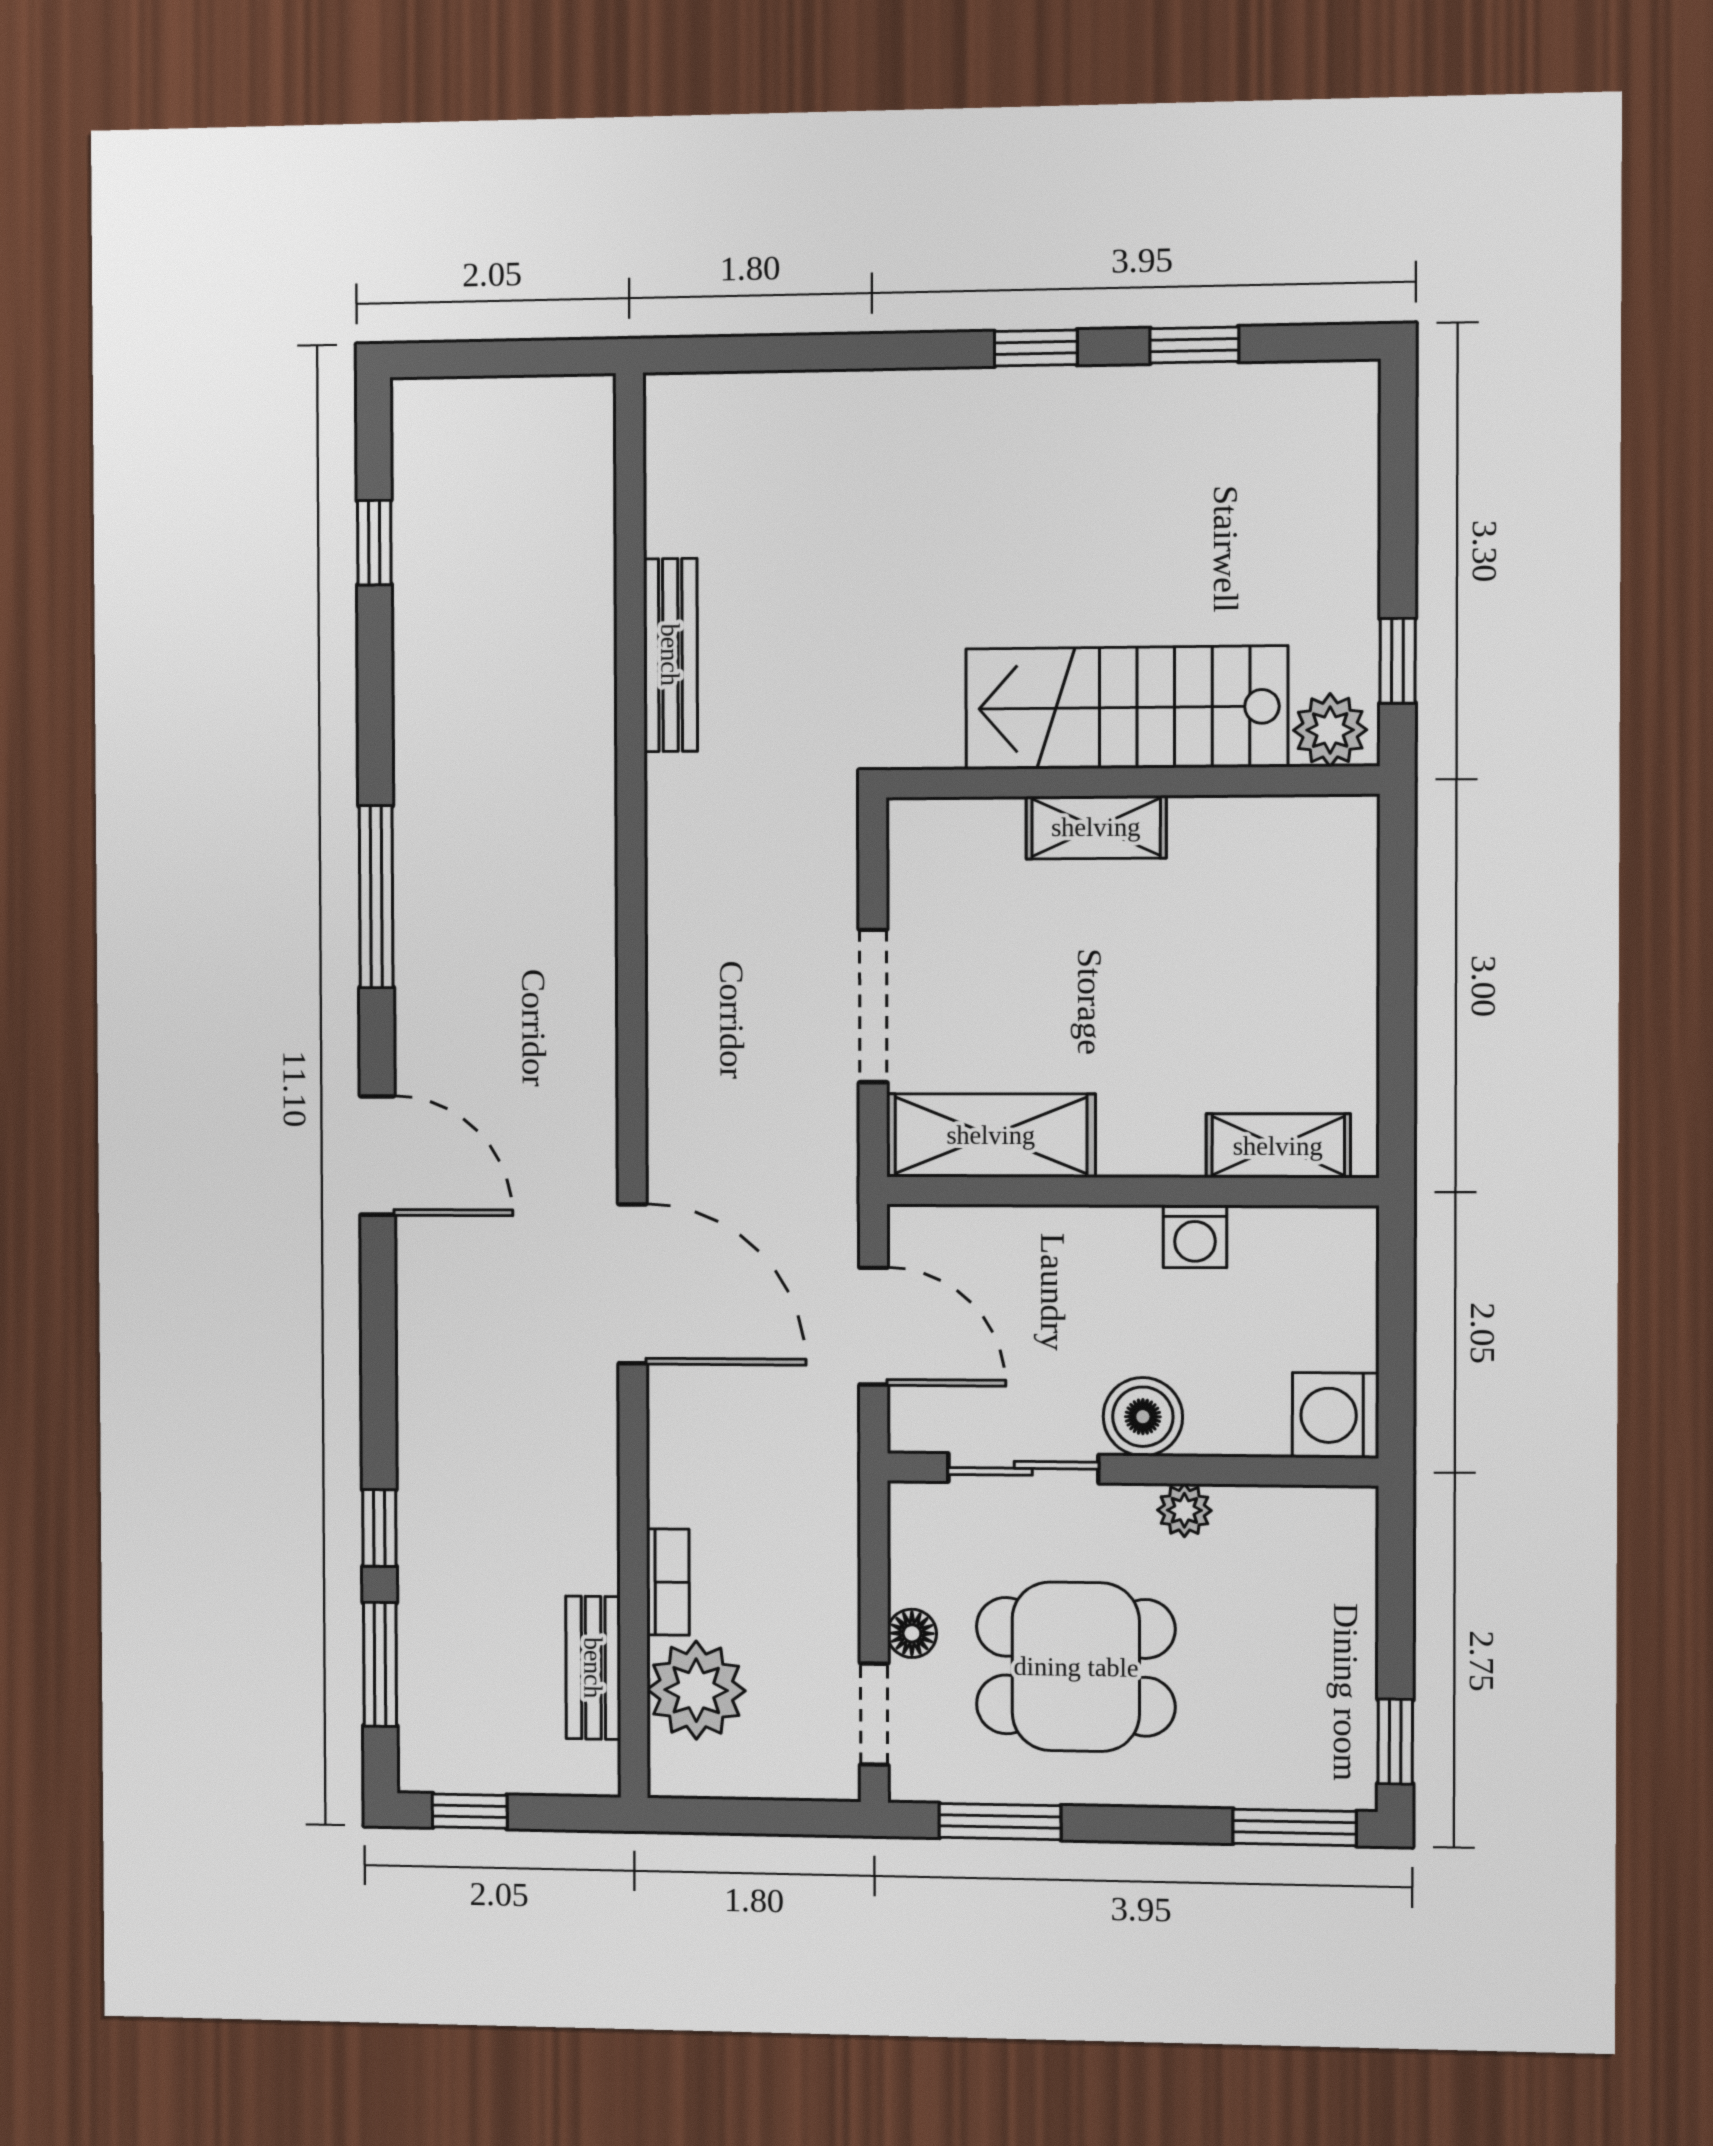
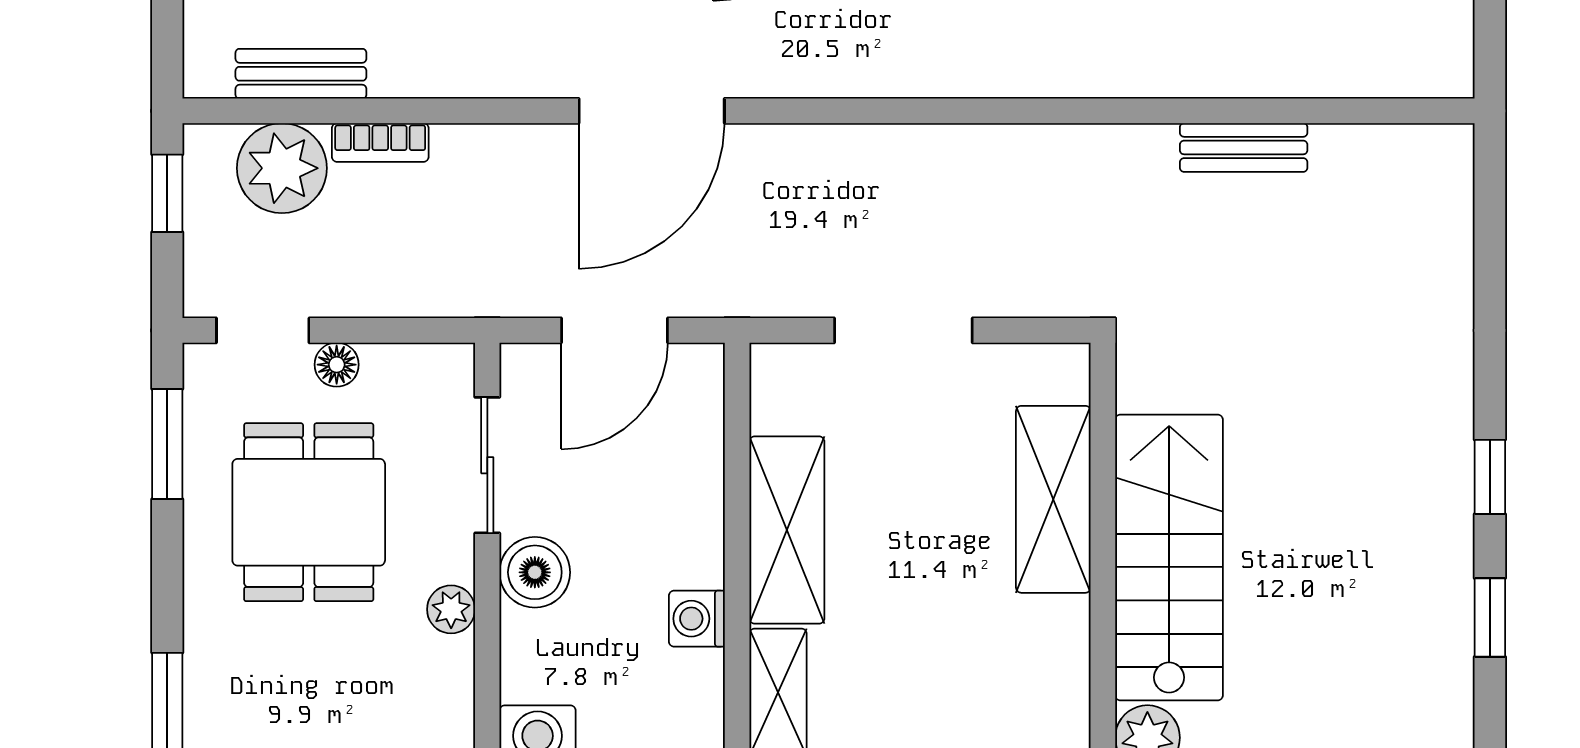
bench: (670, 655) -> (1244, 147), width x0.73
shelving: (1096, 827) -> (1053, 499), width x1.50, depth x1.33
shelving: (991, 1135) -> (787, 530), moved
window: (724, 1816) -> (167, 193), added

